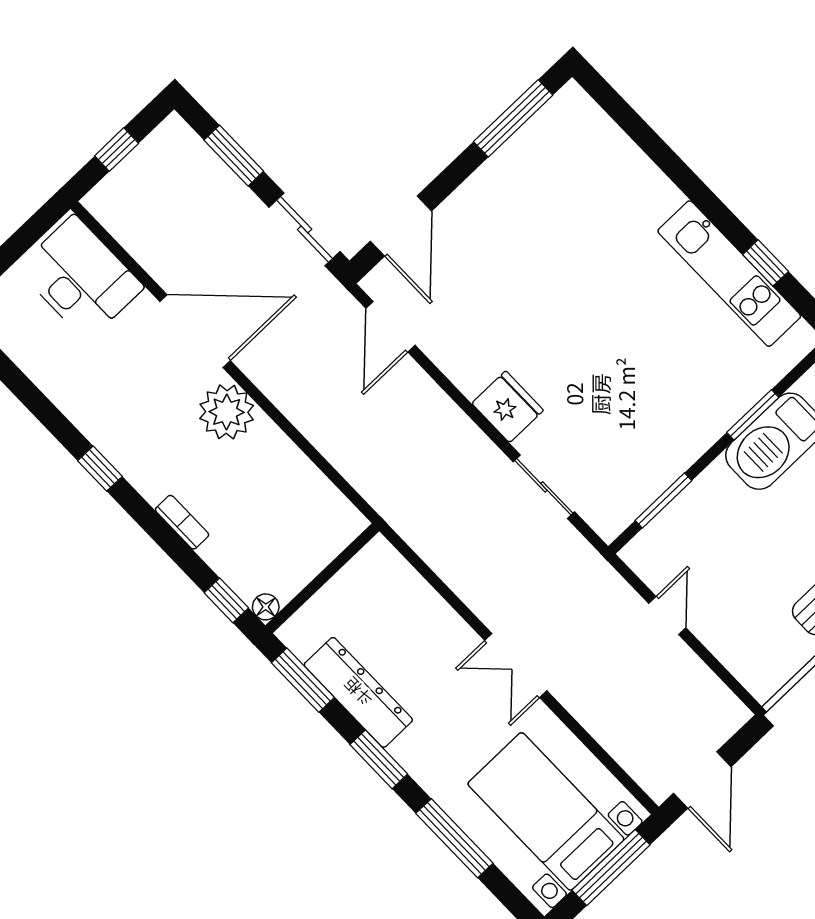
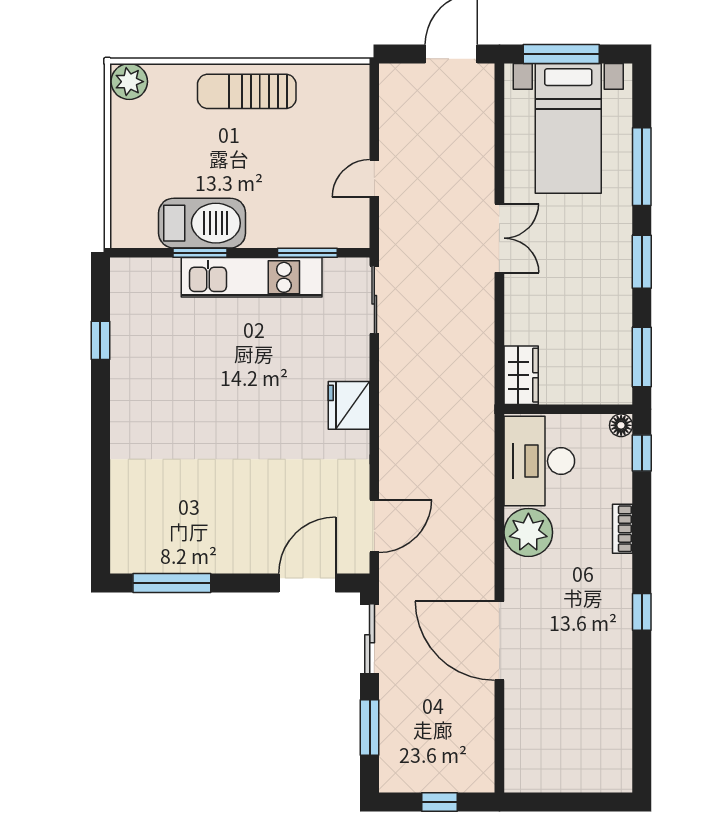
kitchen unit: (729, 274) -> (252, 277), moved, turned 90
desk: (80, 278) -> (539, 461), moved
plant: (227, 412) -> (528, 532), moved
sliding door: (544, 487) -> (374, 300), moved
wardrobe: (389, 569) -> (521, 375), added
dresser: (358, 692) -> (614, 316), removed

